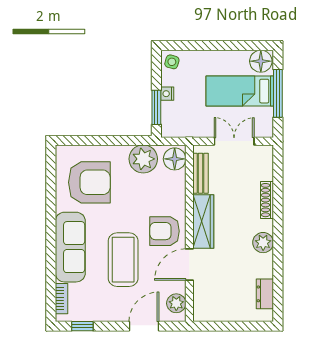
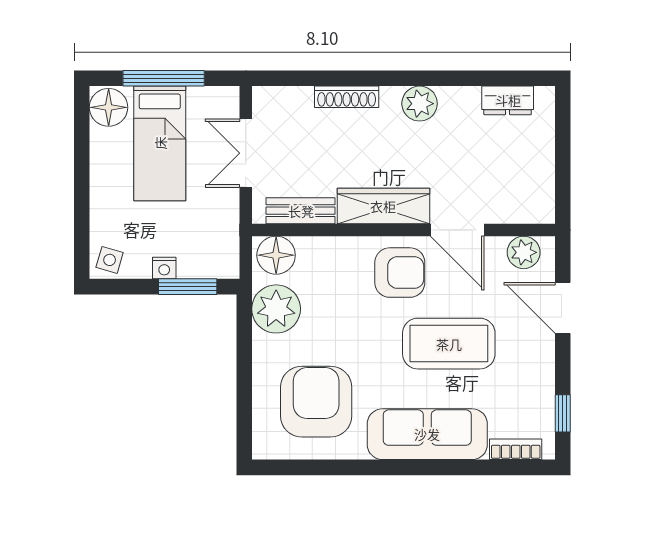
armchair: (165, 231) -> (400, 273), turned -90

